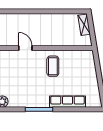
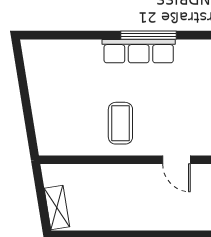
row of seats: (67, 102) -> (139, 51), moved

